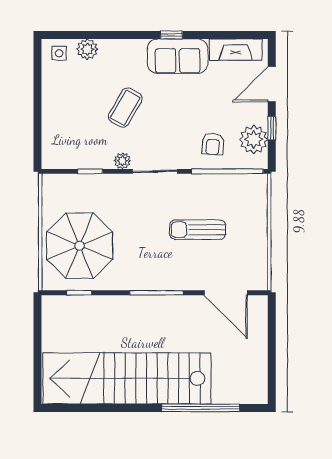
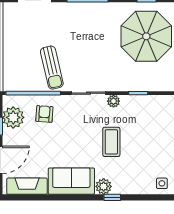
window: (171, 35) -> (112, 197), moved
plant: (87, 49) -> (104, 186), moved
coffee table: (125, 108) -> (111, 142), turned -30
sun lounger: (198, 230) -> (52, 68), moved, turned 77

